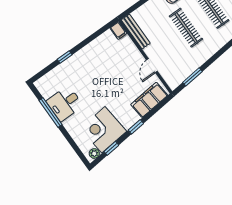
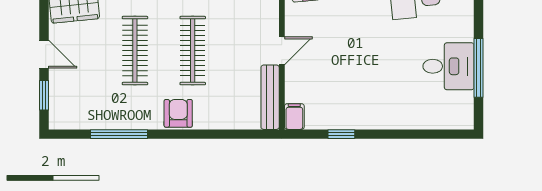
window: (65, 57) -> (341, 134), moved
door: (152, 66) -> (282, 51), moved

